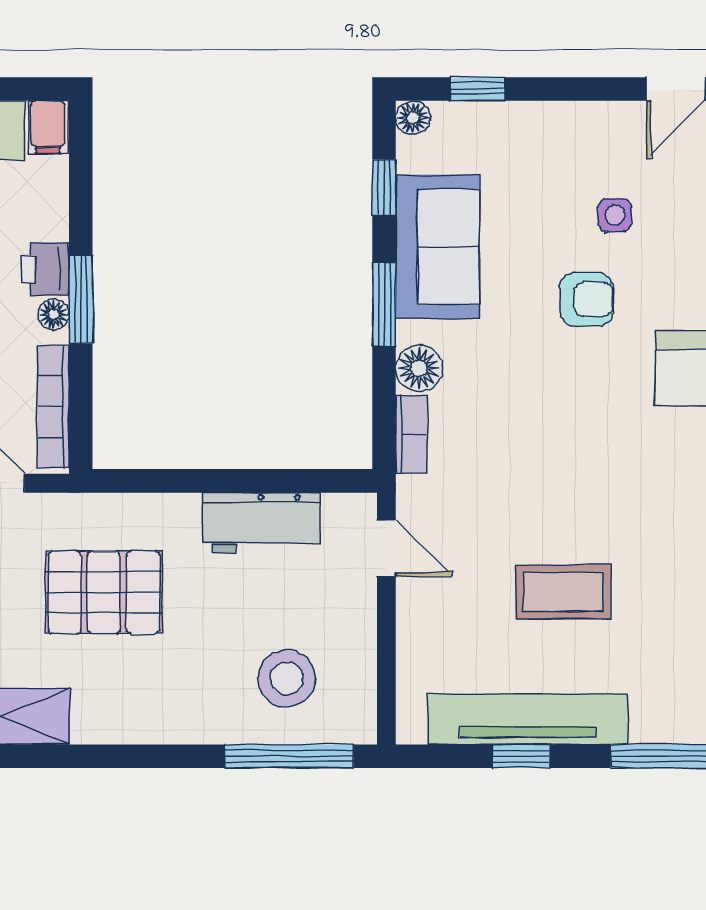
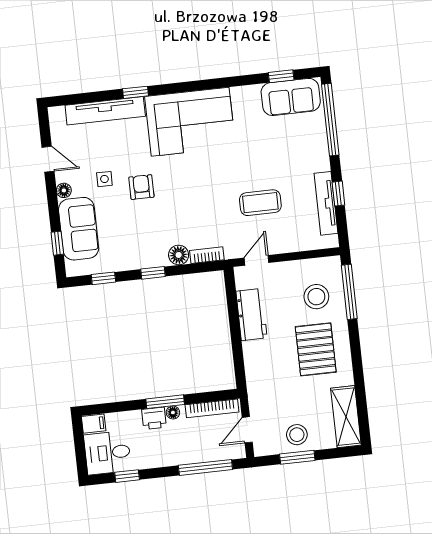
floor lamp: (413, 118) -> (64, 190), moved
sofa: (437, 247) -> (79, 229), moved, turned 90
window: (384, 304) -> (153, 273), width x0.67
pallet: (104, 592) -> (316, 349), moved
coffee table: (563, 592) -> (260, 203), moved, turned 90
tv unit: (528, 719) -> (326, 203), width x0.73, depth x0.78

